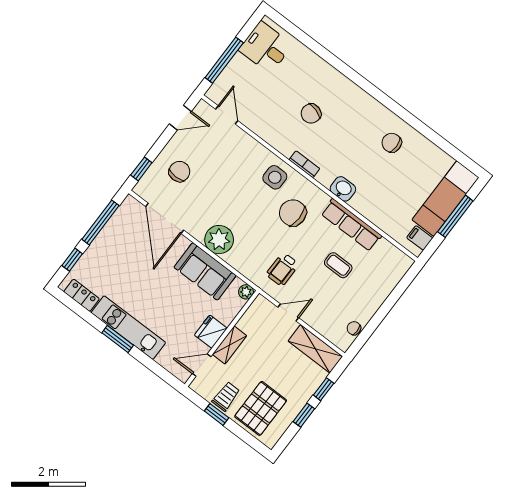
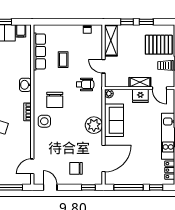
row of seats: (351, 225) -> (39, 52), moved

